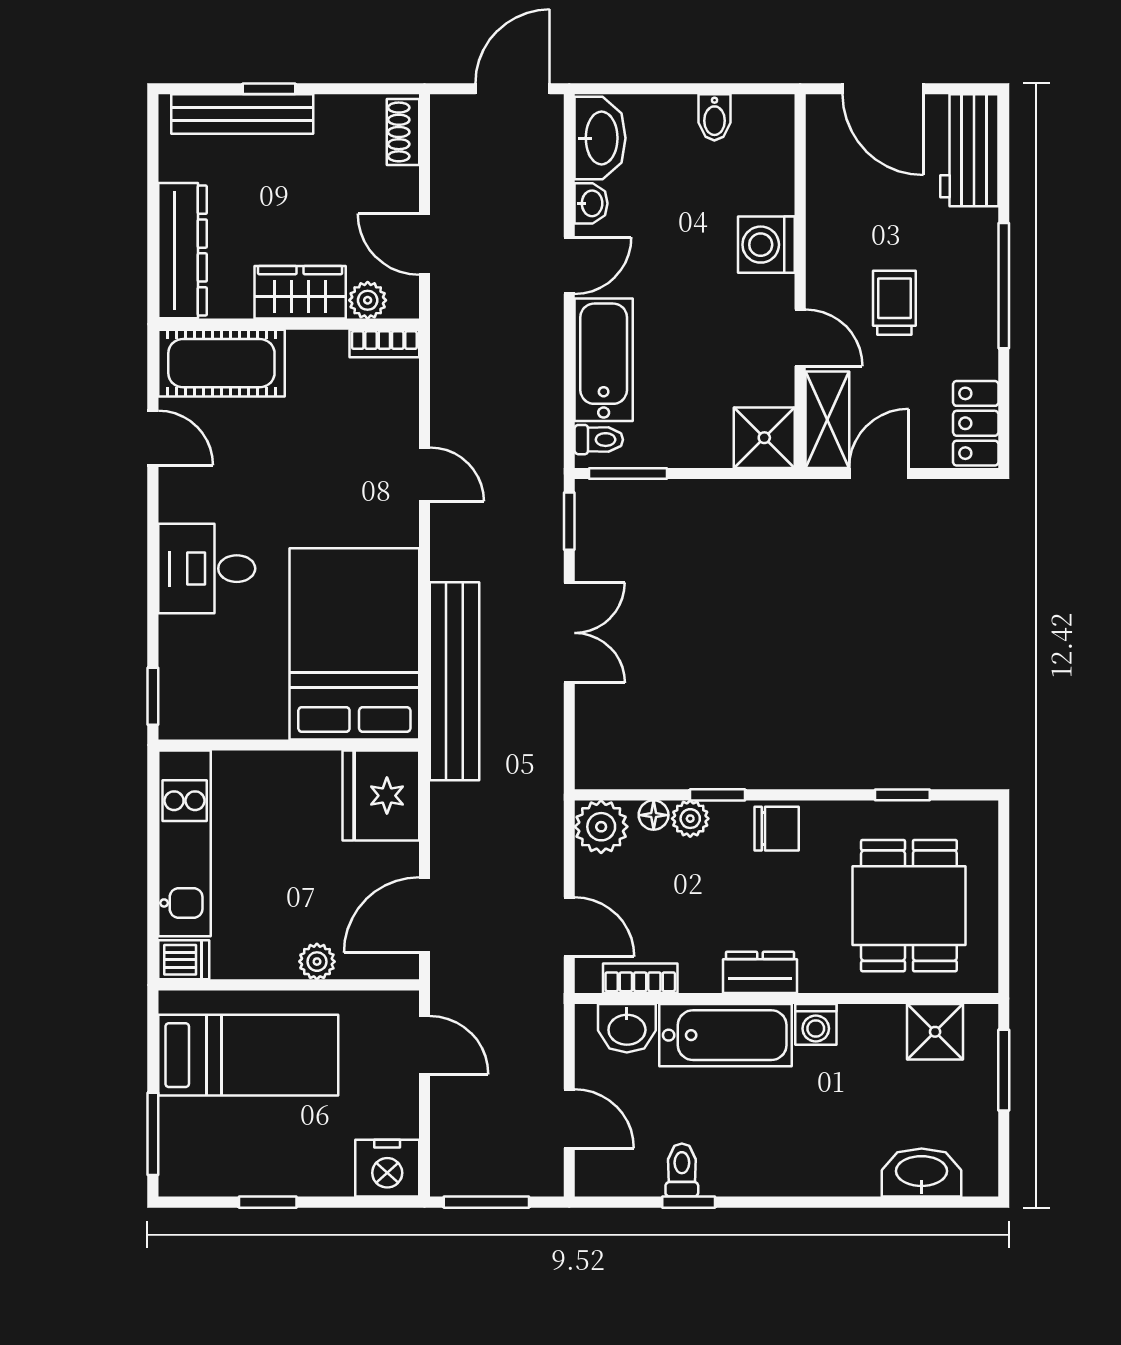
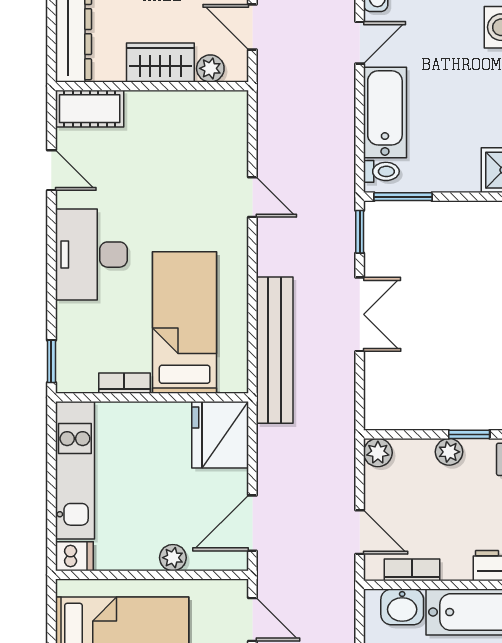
bookcase: (384, 343) -> (124, 383), moved, turned 180
cot: (221, 363) -> (90, 109), width x0.73, depth x0.75
desk: (207, 569) -> (91, 255), width x1.37
bed: (354, 644) -> (185, 323), width x0.67
floor lamp: (654, 815) -> (422, 449), removed
plant: (601, 827) -> (378, 453), width x0.73, depth x0.73

